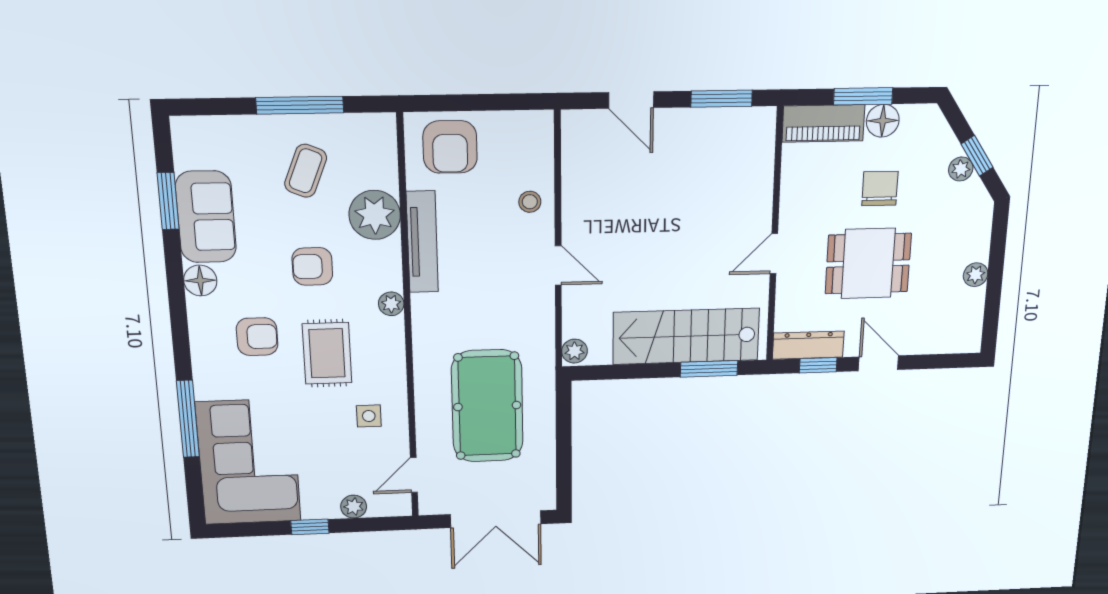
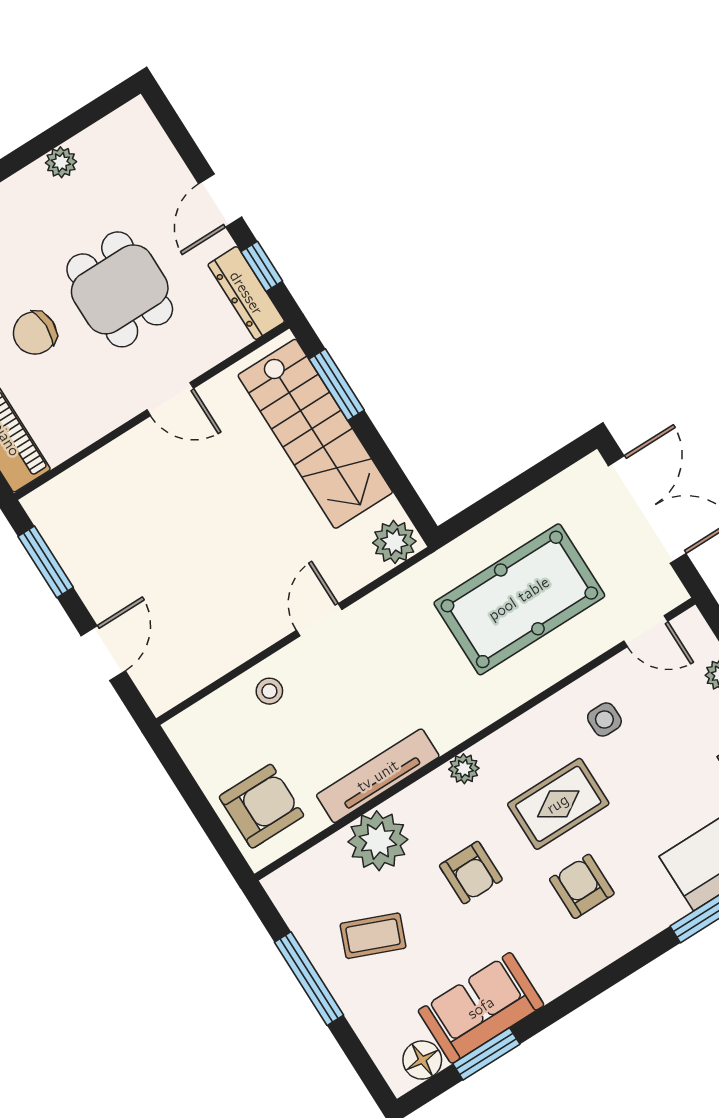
floor lamp: (200, 280) -> (422, 1060), moved
plant: (574, 351) -> (394, 542), width x1.38, depth x1.38

